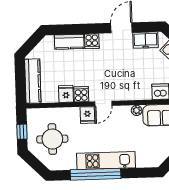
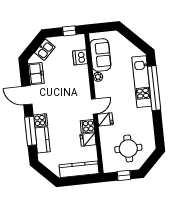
window: (80, 29) -> (31, 131), added
door: (103, 104) -> (94, 106), hinge flipped
kitchen unit: (106, 160) -> (142, 82), moved
window: (96, 174) -> (154, 88), moved

